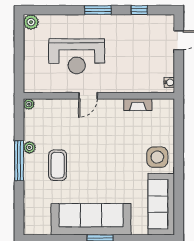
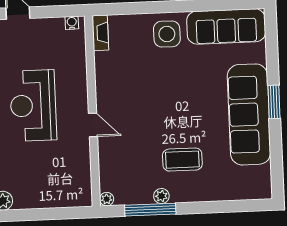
reception desk: (77, 56) -> (33, 106), moved, turned 180
fireplace: (138, 105) -> (100, 33), moved
window: (19, 161) -> (150, 210), moved

